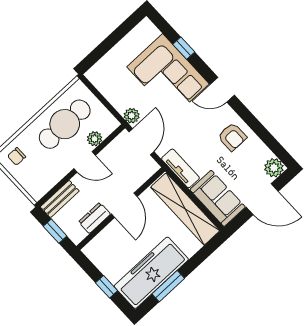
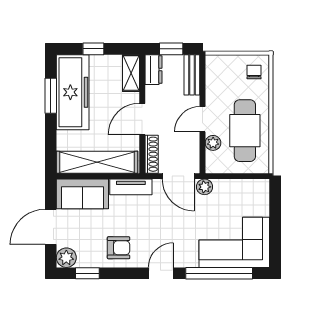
window: (184, 48) -> (219, 273), width x3.17
corner sofa: (168, 75) -> (234, 242), moved
armchair: (232, 137) -> (119, 248), turned 180
window: (271, 142) -> (87, 273), added
shoe rack: (143, 175) -> (152, 154), added
door: (124, 205) -> (142, 119), hinge flipped
dresser: (94, 218) -> (154, 70), moved
shelving: (99, 244) -> (131, 73), added

